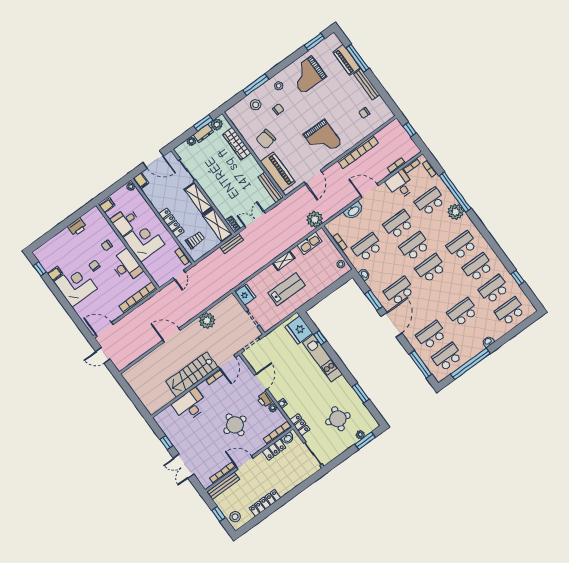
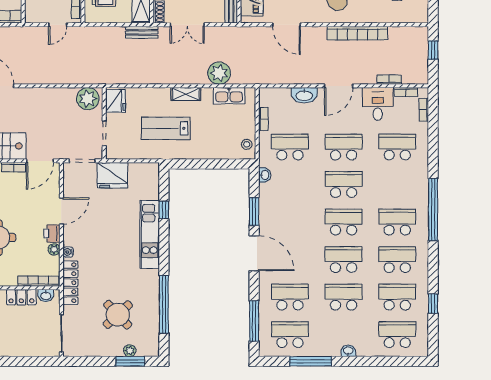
door: (313, 177) -> (286, 25), hinge flipped
door: (370, 191) -> (339, 86), swing flipped
window: (455, 192) -> (433, 210), moved
plant: (456, 212) -> (418, 180), removed
plant: (315, 219) -> (219, 73), moved
double door: (255, 220) -> (187, 25), swing flipped
lab bench: (287, 289) -> (166, 128), turned 180
school desk: (399, 291) -> (344, 260), moved
plant: (207, 321) -> (88, 99), moved
door: (391, 325) -> (254, 253), hinge flipped
fridge: (299, 330) -> (112, 175), moved, turned -90
window: (471, 364) -> (311, 361), width x0.68
window: (360, 393) -> (164, 304), width x2.11
round table: (338, 419) -> (118, 315), turned 30
locker: (300, 425) -> (70, 283), width x1.53

